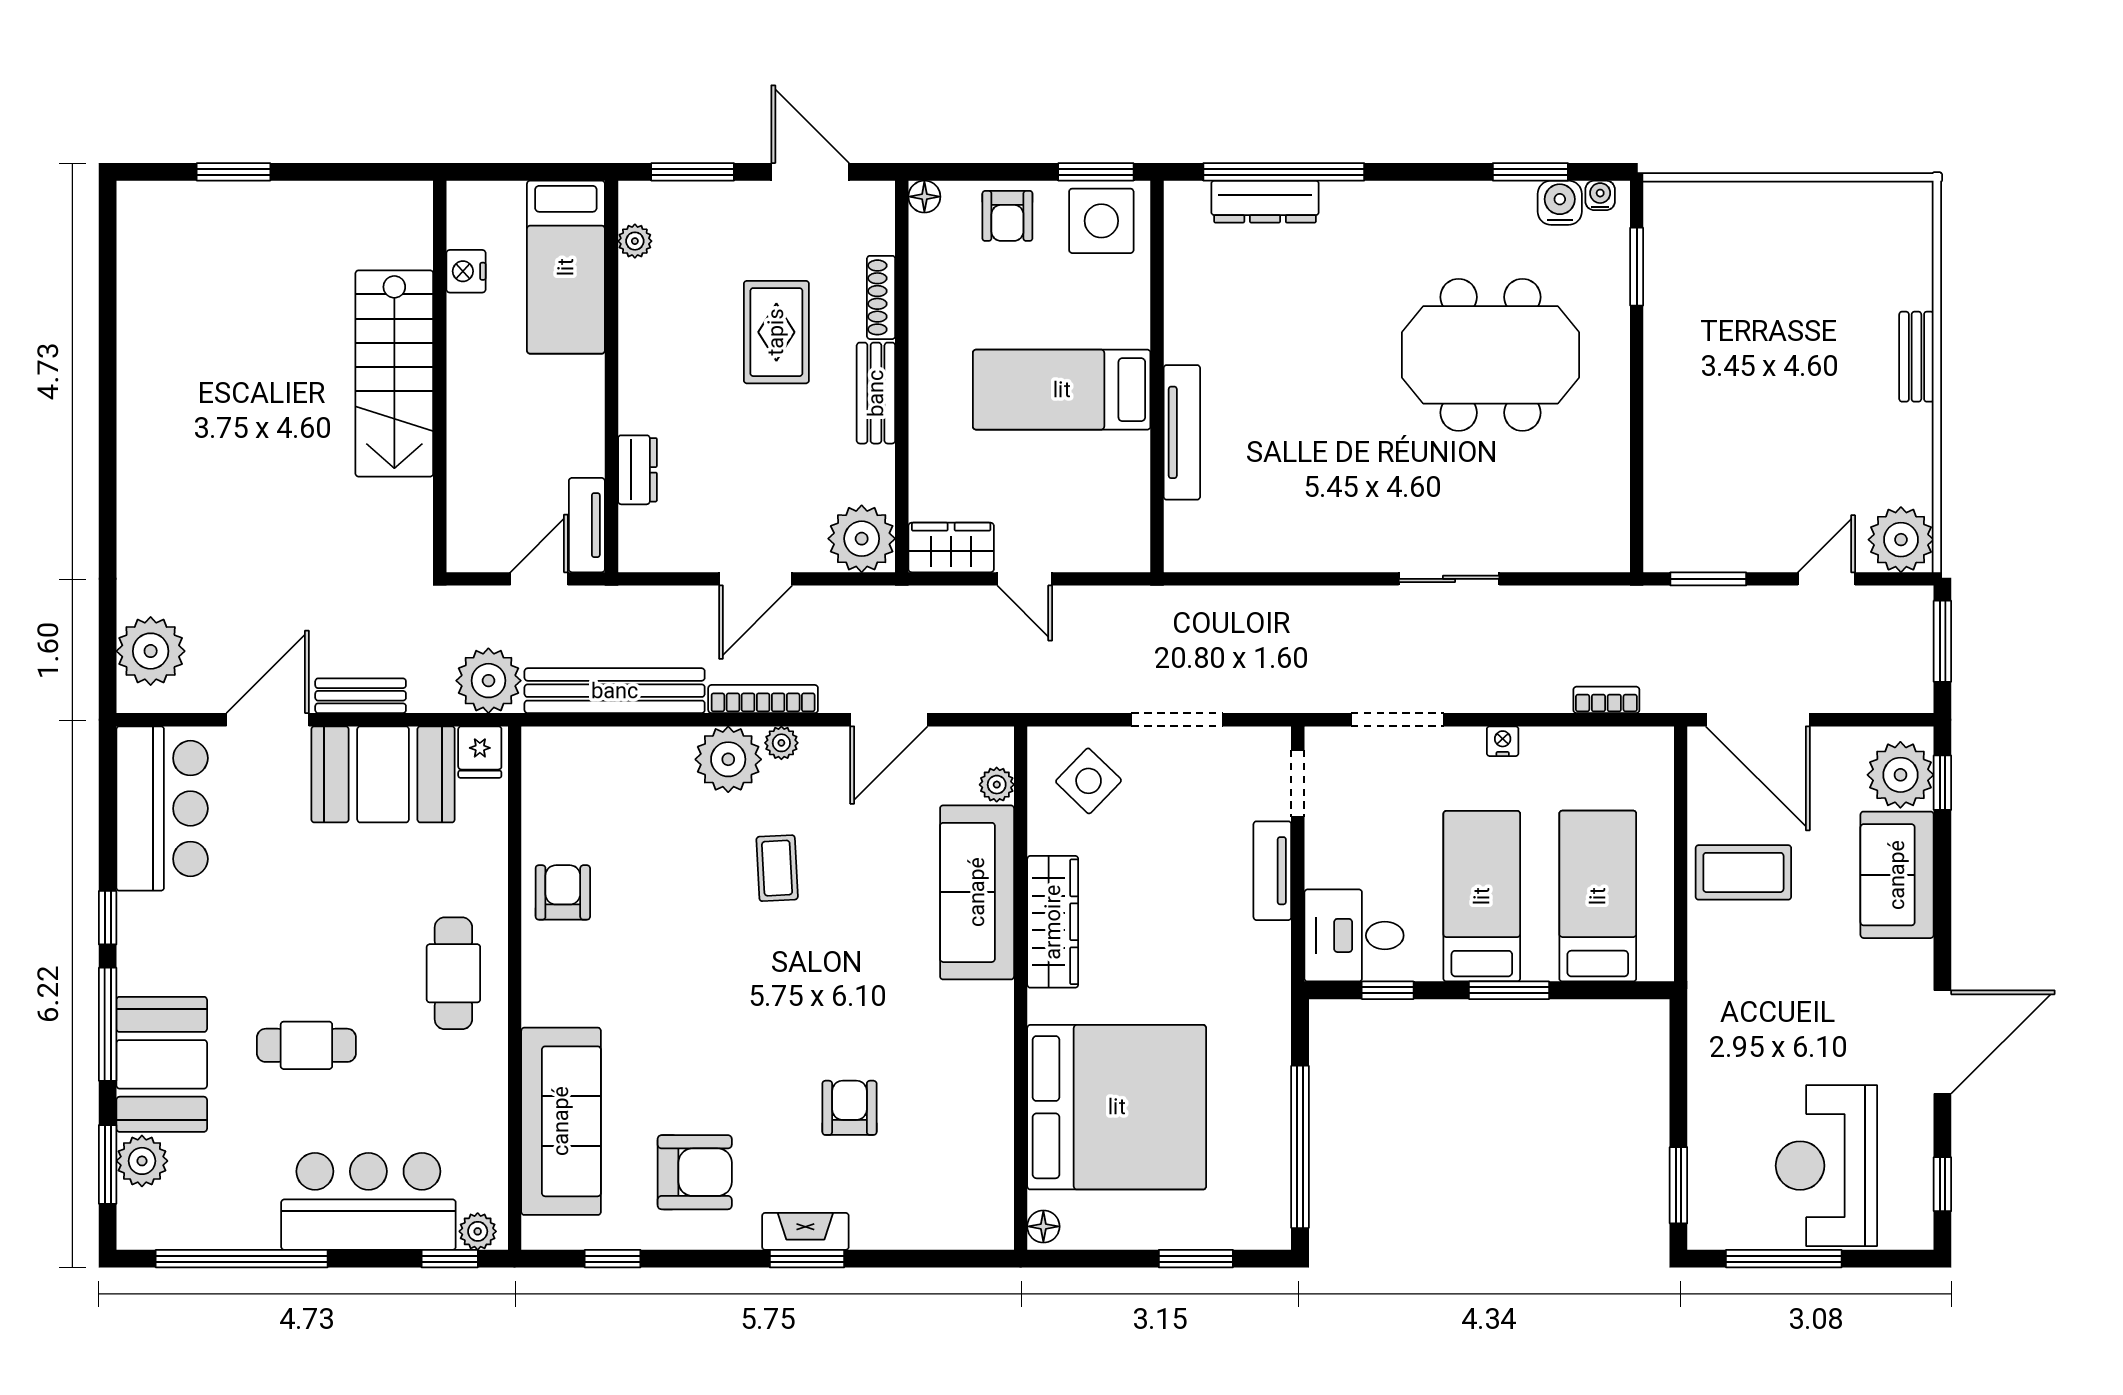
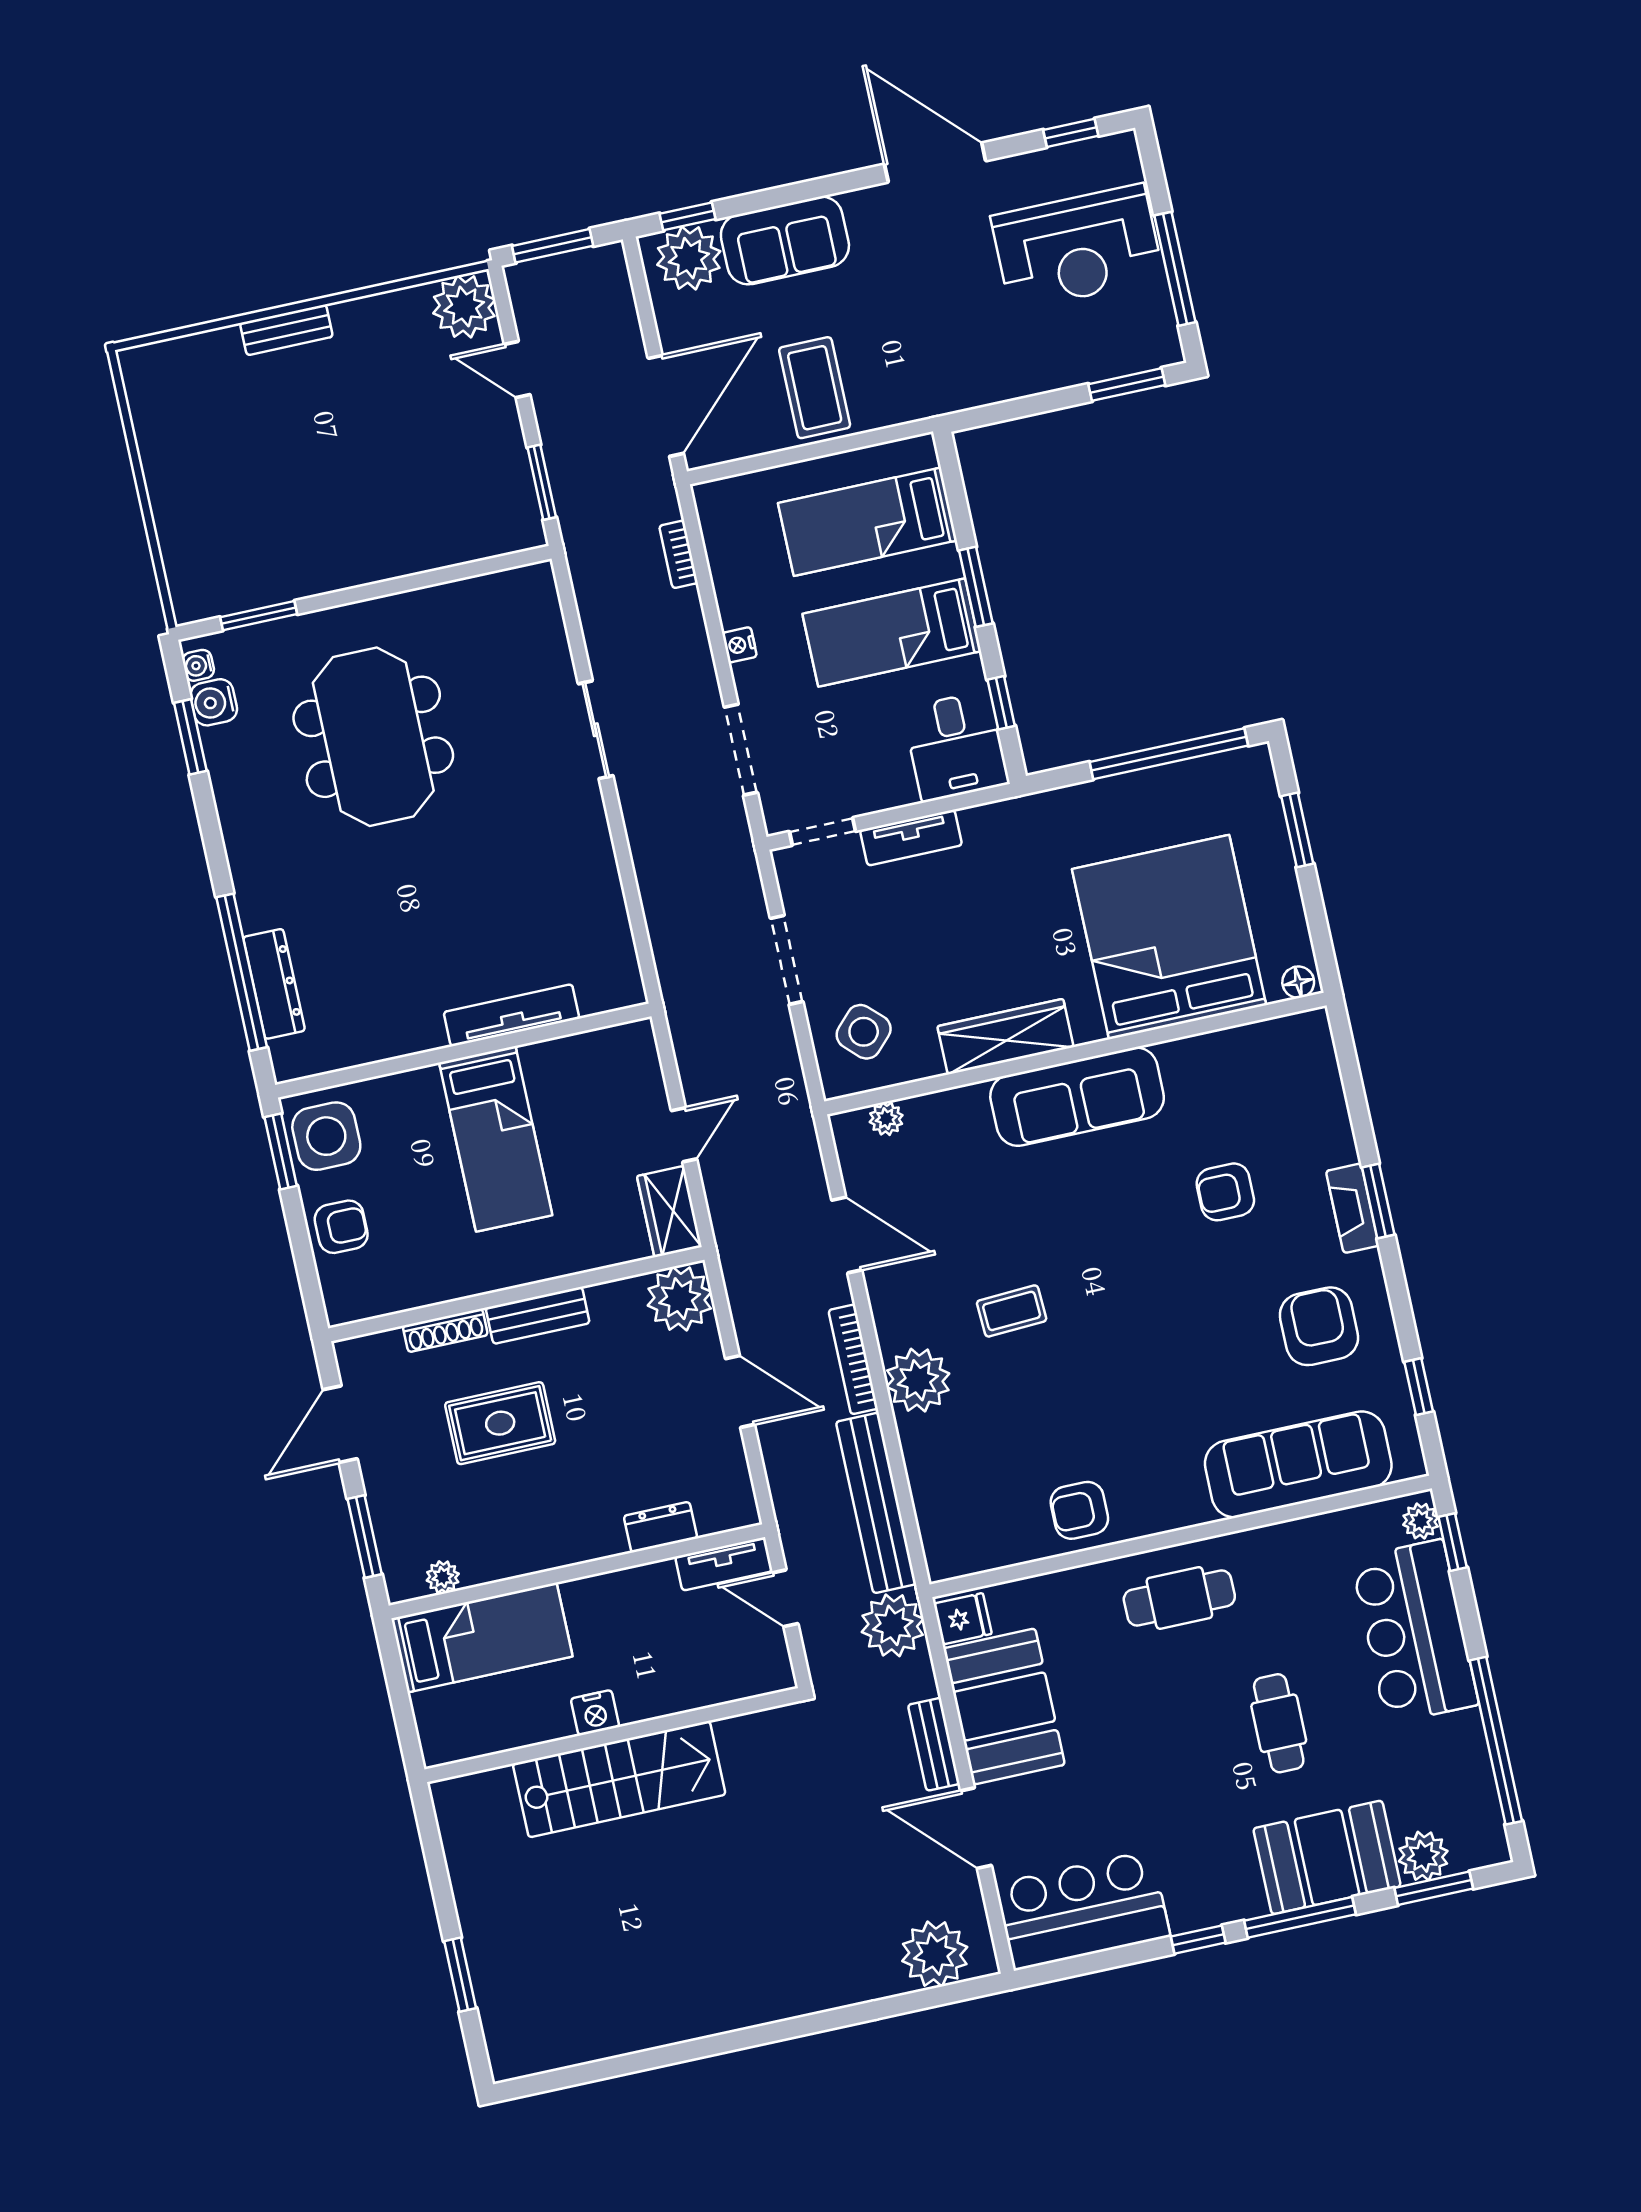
floor lamp: (924, 197) -> (340, 1310), removed
nightstand: (466, 271) -> (595, 1713), moved
plant: (781, 743) -> (891, 1333), removed
sofa: (977, 892) -> (1077, 1097), moved

